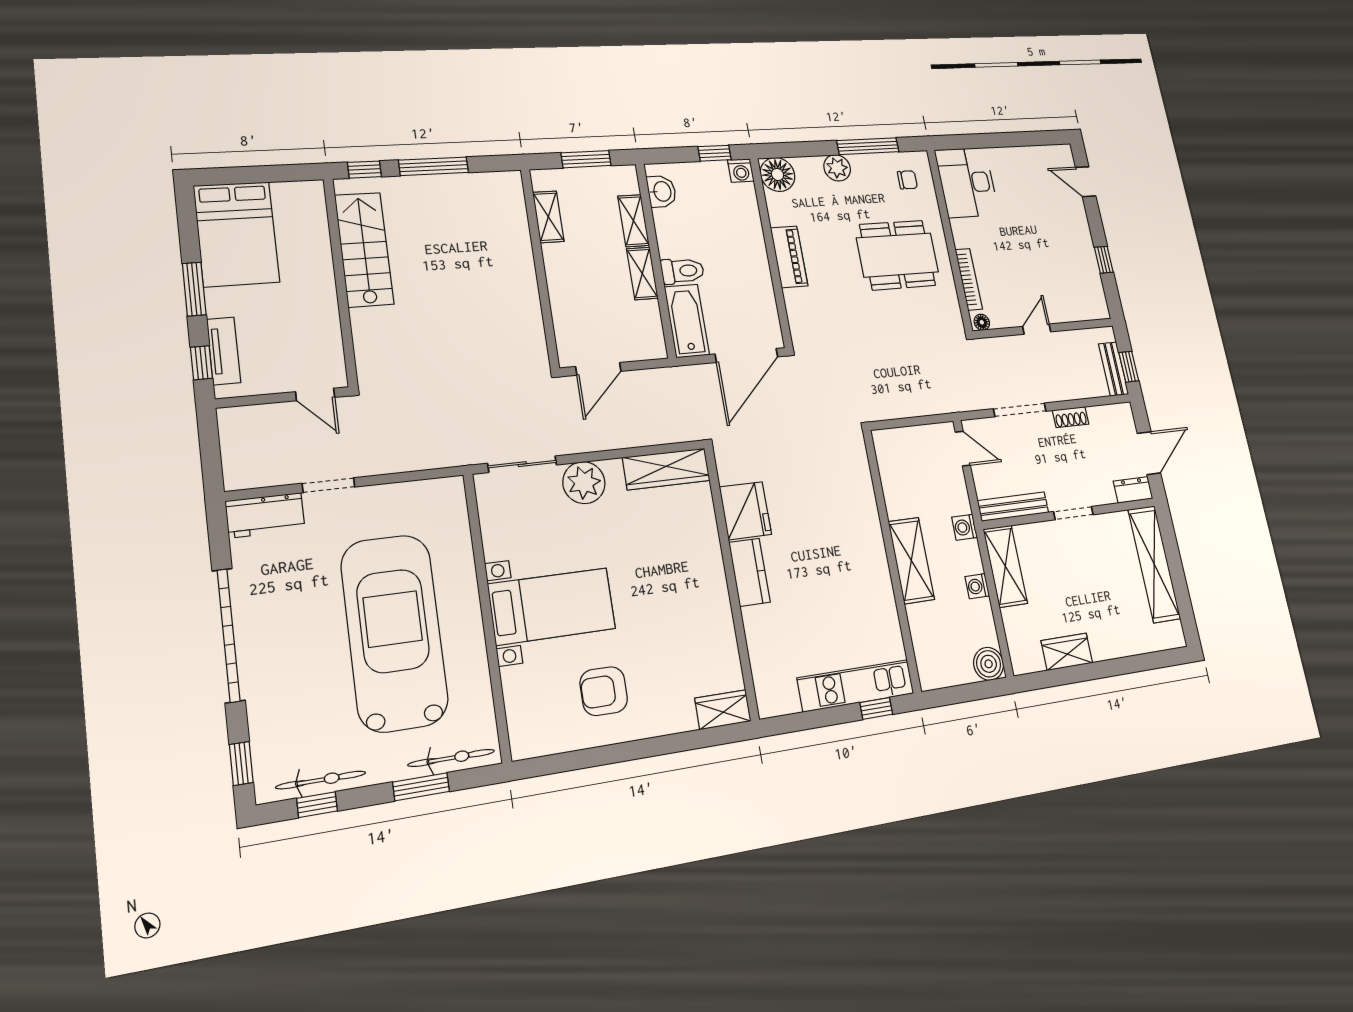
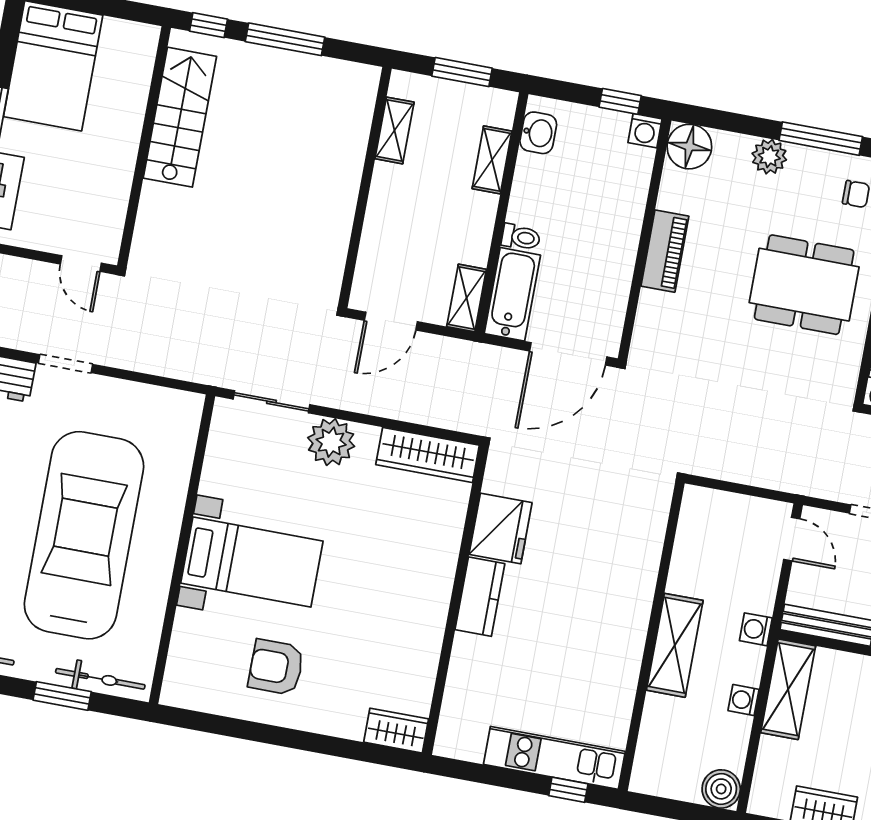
toilet: (682, 271) -> (521, 237), width x0.73, depth x0.72
shelving: (642, 273) -> (467, 298), moved

